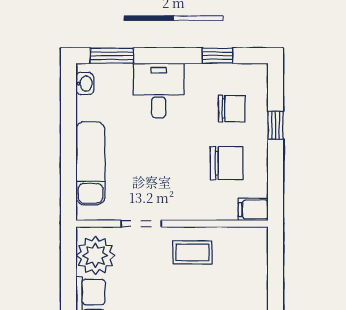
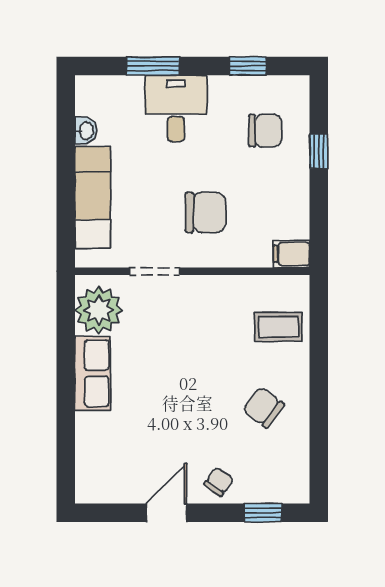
window: (112, 56) -> (153, 66), moved
washbasin: (85, 83) -> (86, 131), moved
chair: (227, 163) -> (206, 212), moved
coffee table: (193, 252) -> (278, 327), moved

